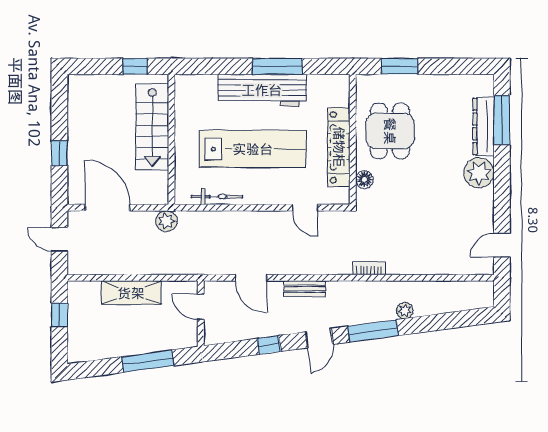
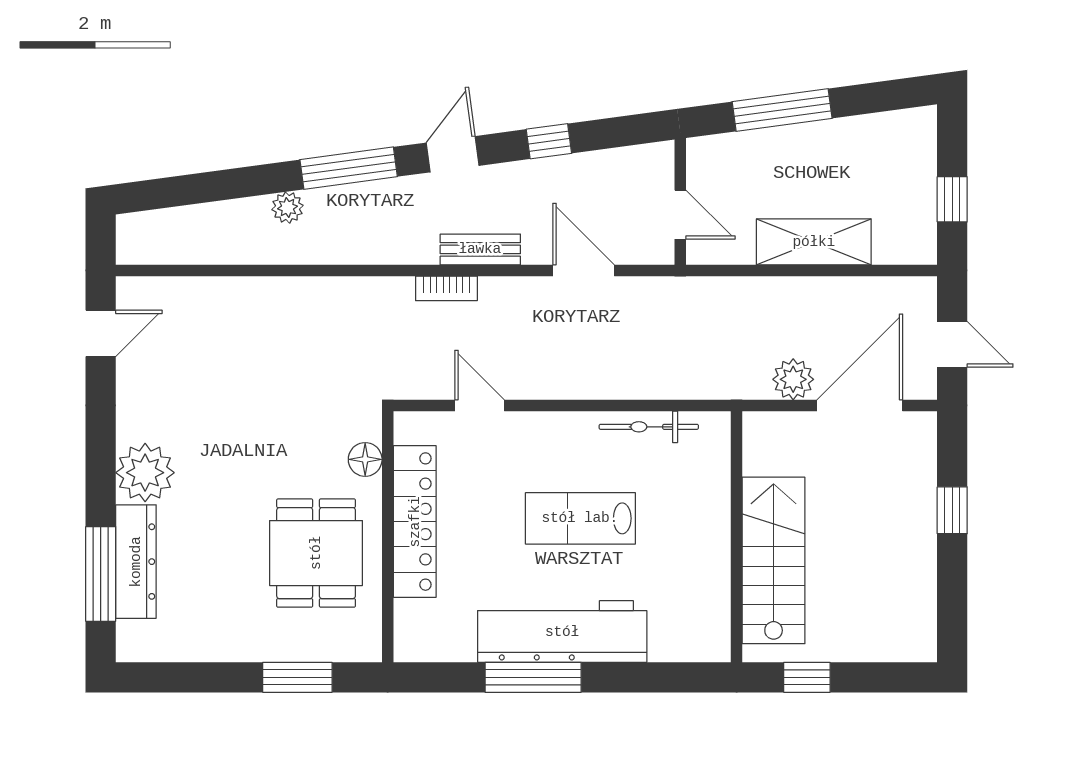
lab bench: (253, 149) -> (580, 518), width x0.54, depth x0.72
door: (107, 208) -> (860, 405), swing flipped
plant: (166, 221) -> (793, 379), moved
bookcase: (369, 268) -> (446, 288), moved

